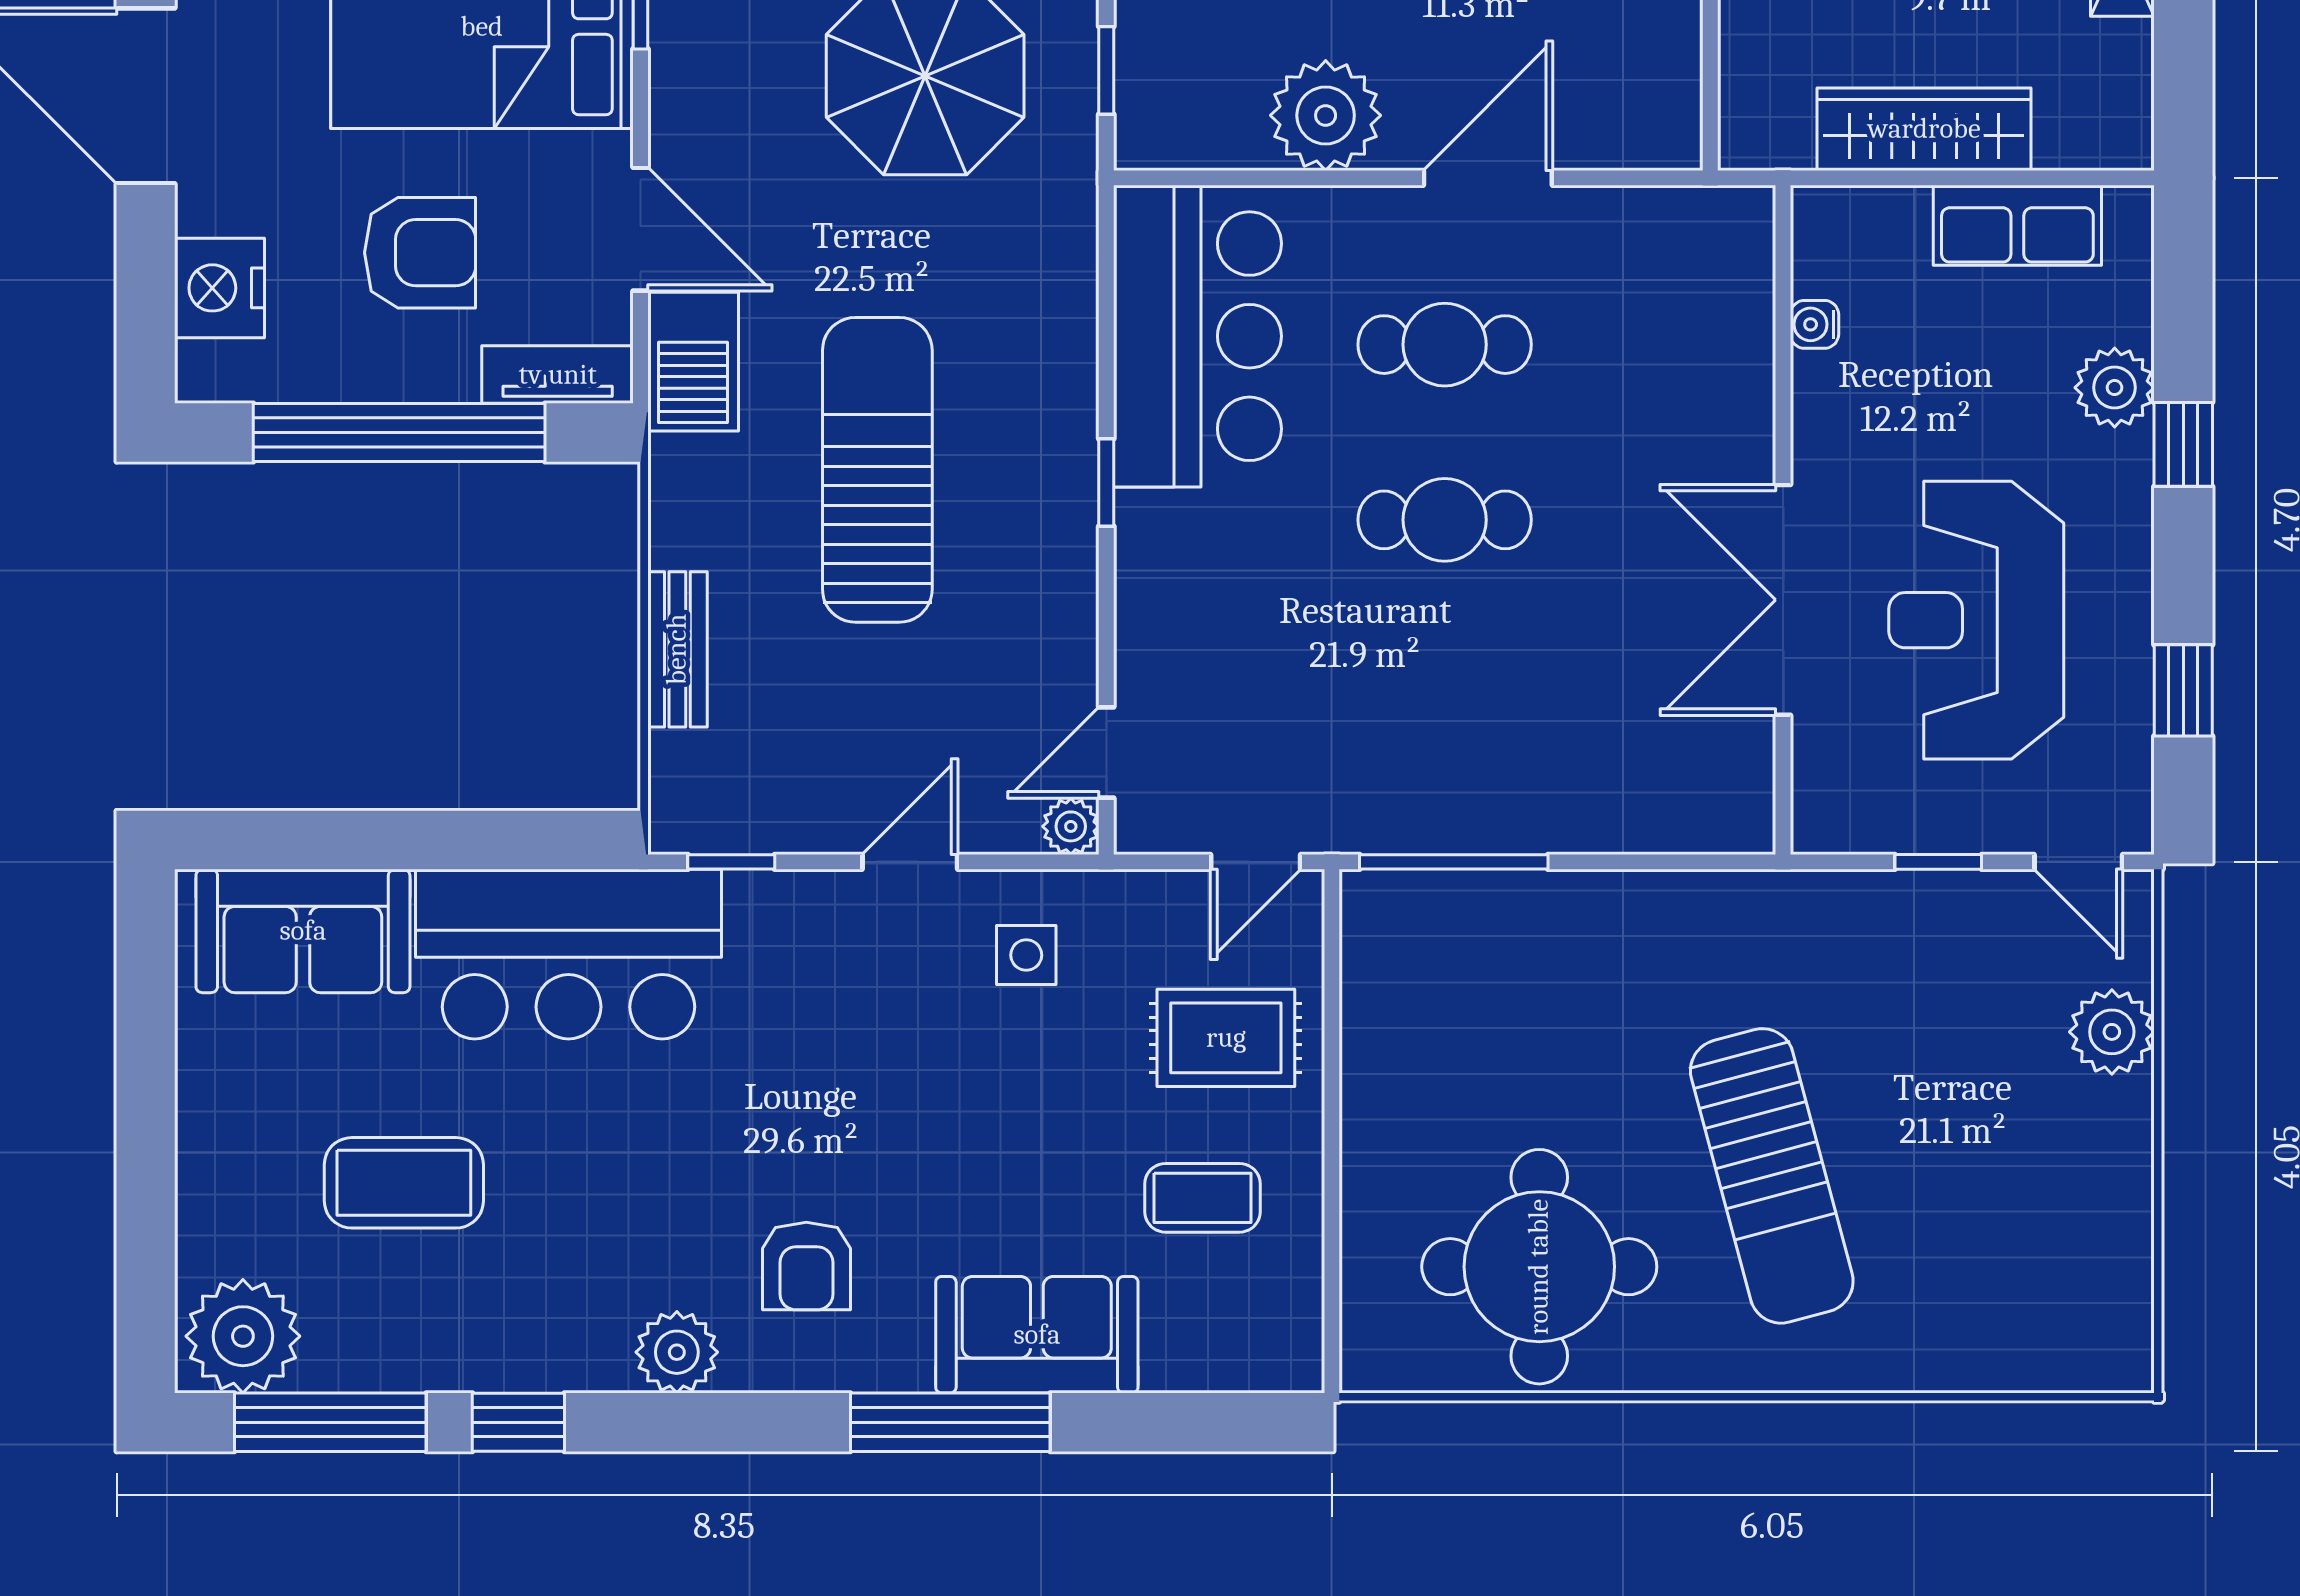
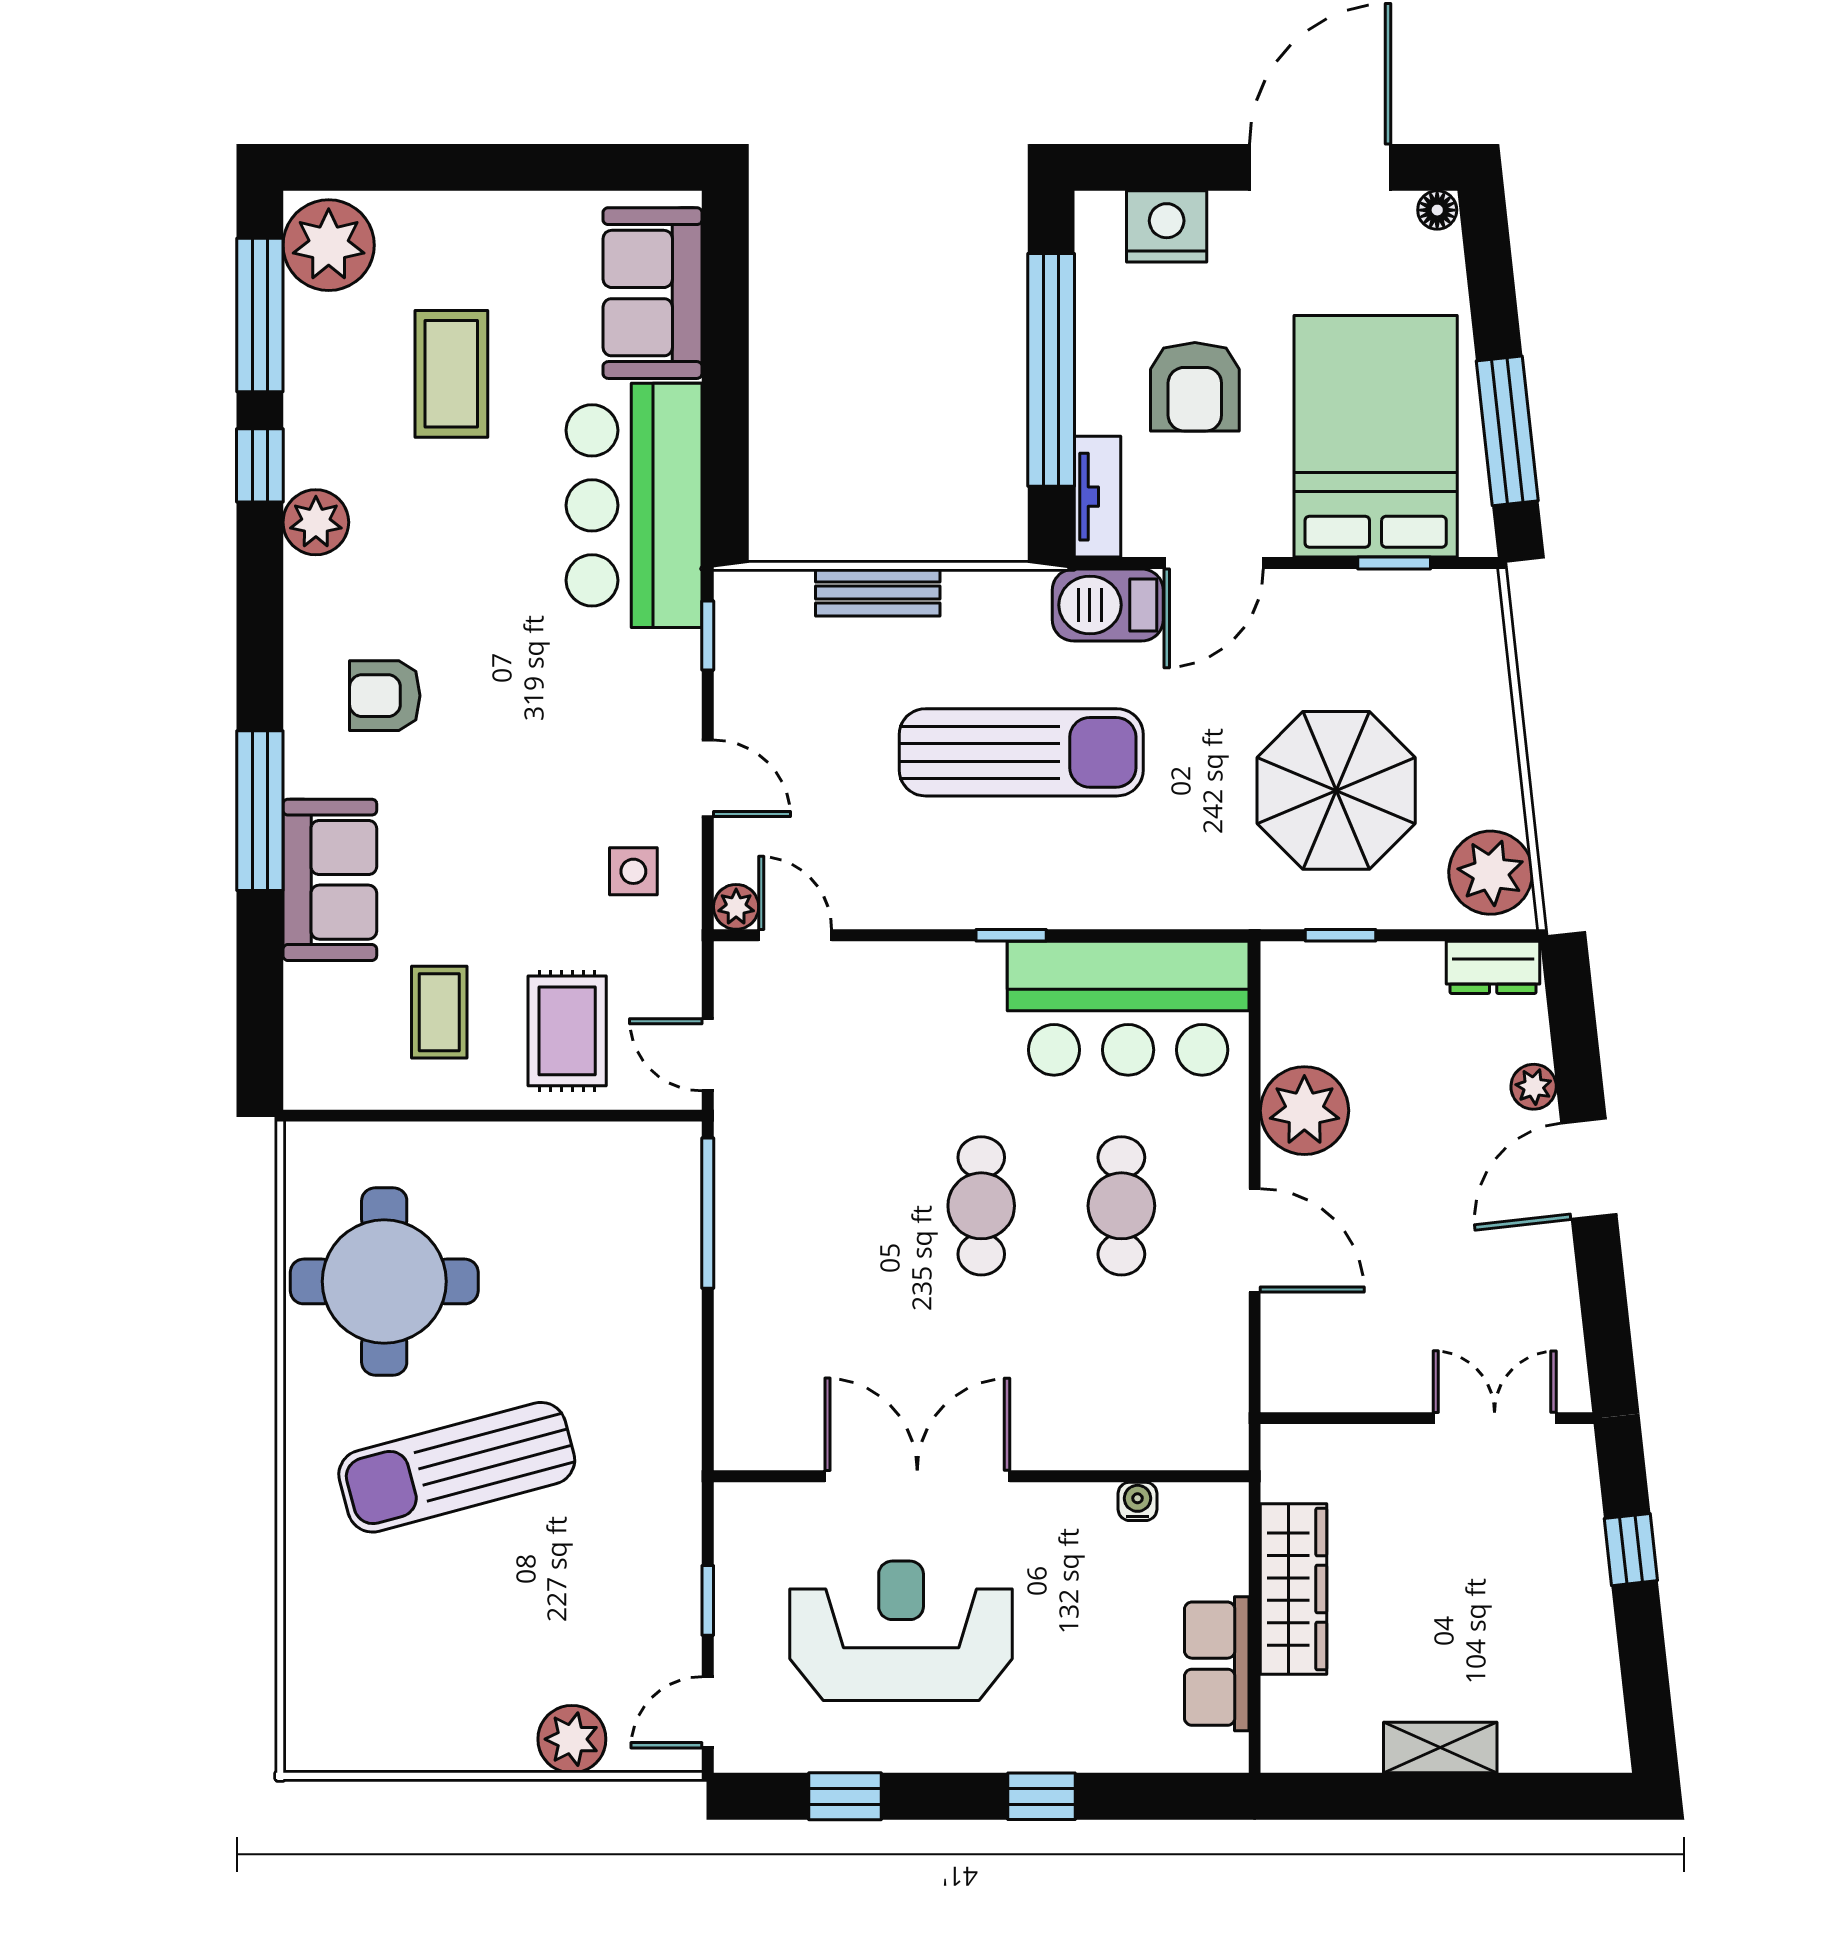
plant: (2115, 388) -> (1087, 1741), removed
plant: (677, 1352) -> (316, 522), moved

